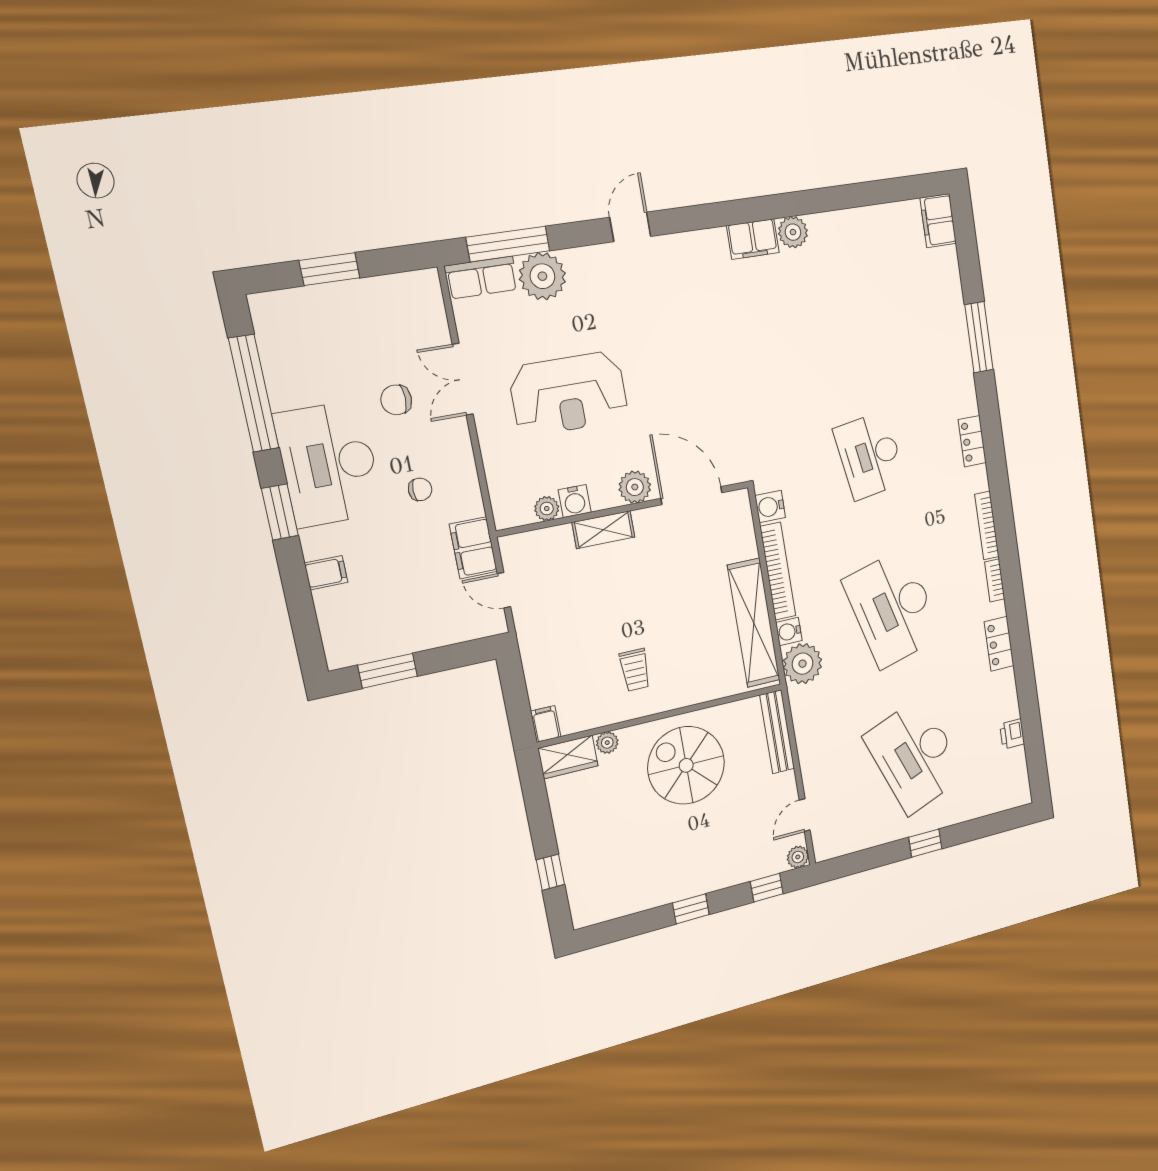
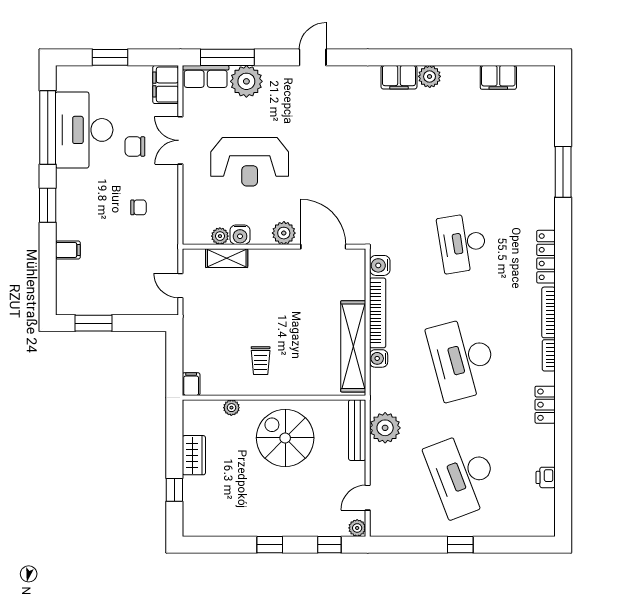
filing cabinet: (938, 221) -> (498, 77), moved, turned -90
locker: (972, 441) -> (546, 257), width x1.53
desk: (329, 464) -> (84, 130), moved
shelving: (603, 530) -> (227, 258), moved
filing cabinet: (473, 548) -> (166, 85), moved
plant: (803, 664) -> (385, 428), moved
wardrobe: (568, 757) -> (194, 455), moved, turned -90

